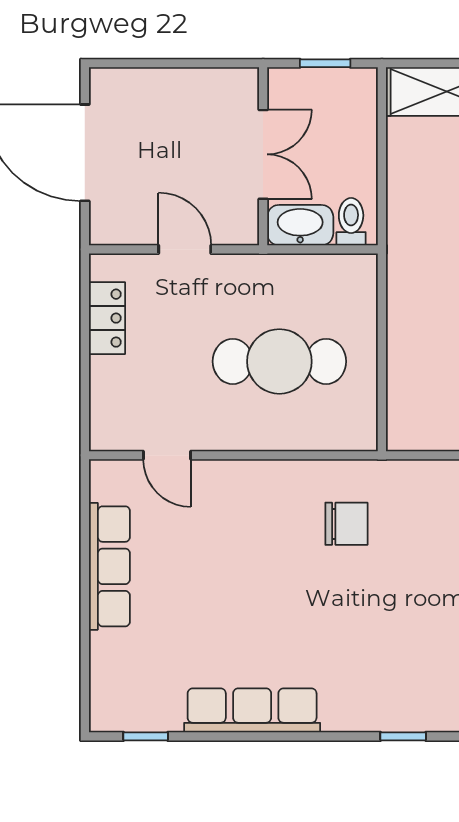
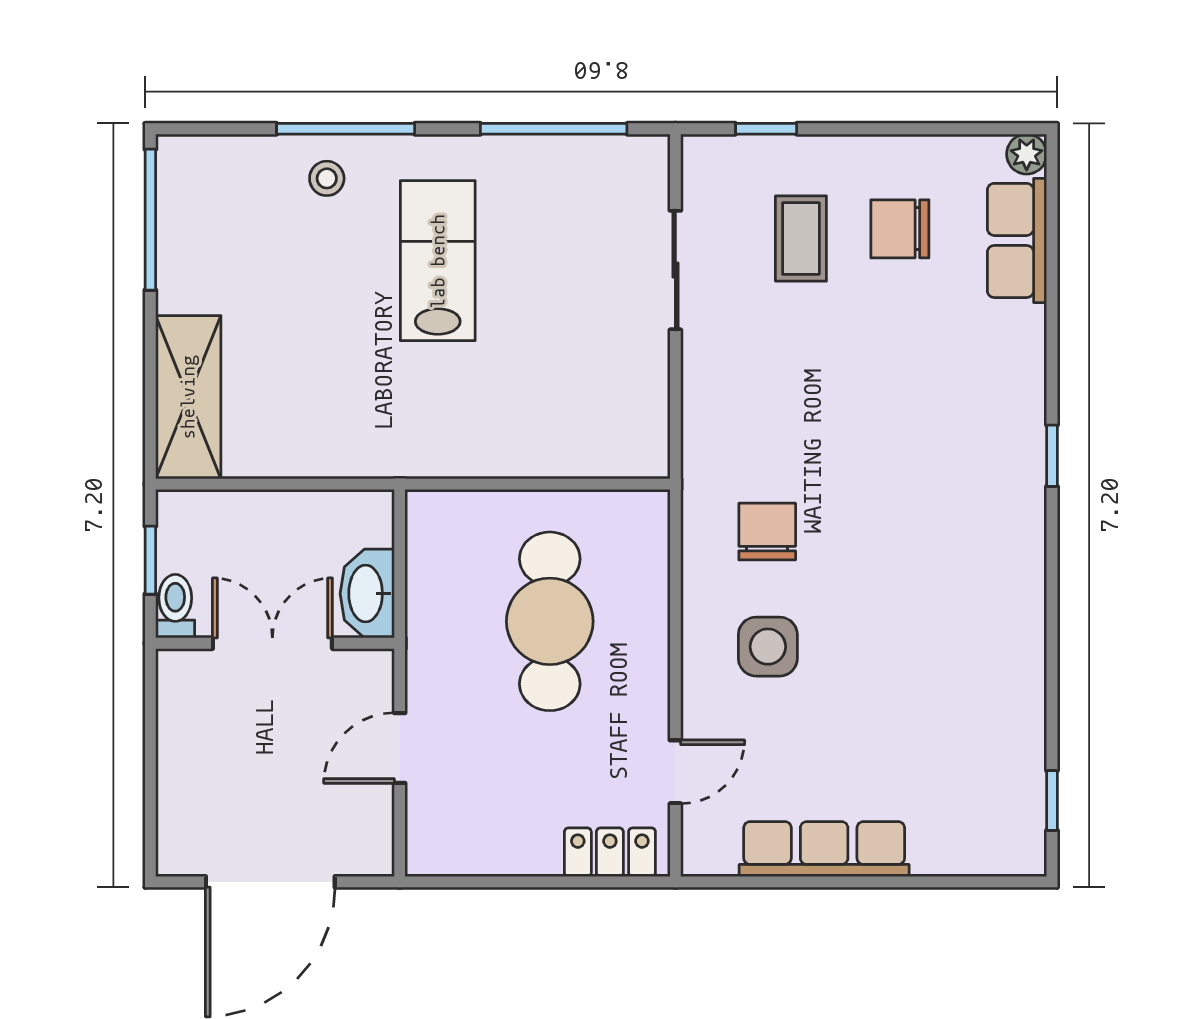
toilet: (351, 222) -> (175, 606), moved, turned 90
locker: (107, 318) -> (610, 852), moved
side table: (261, 524) -> (768, 647), added
row of seats: (252, 710) -> (1017, 658), removed

